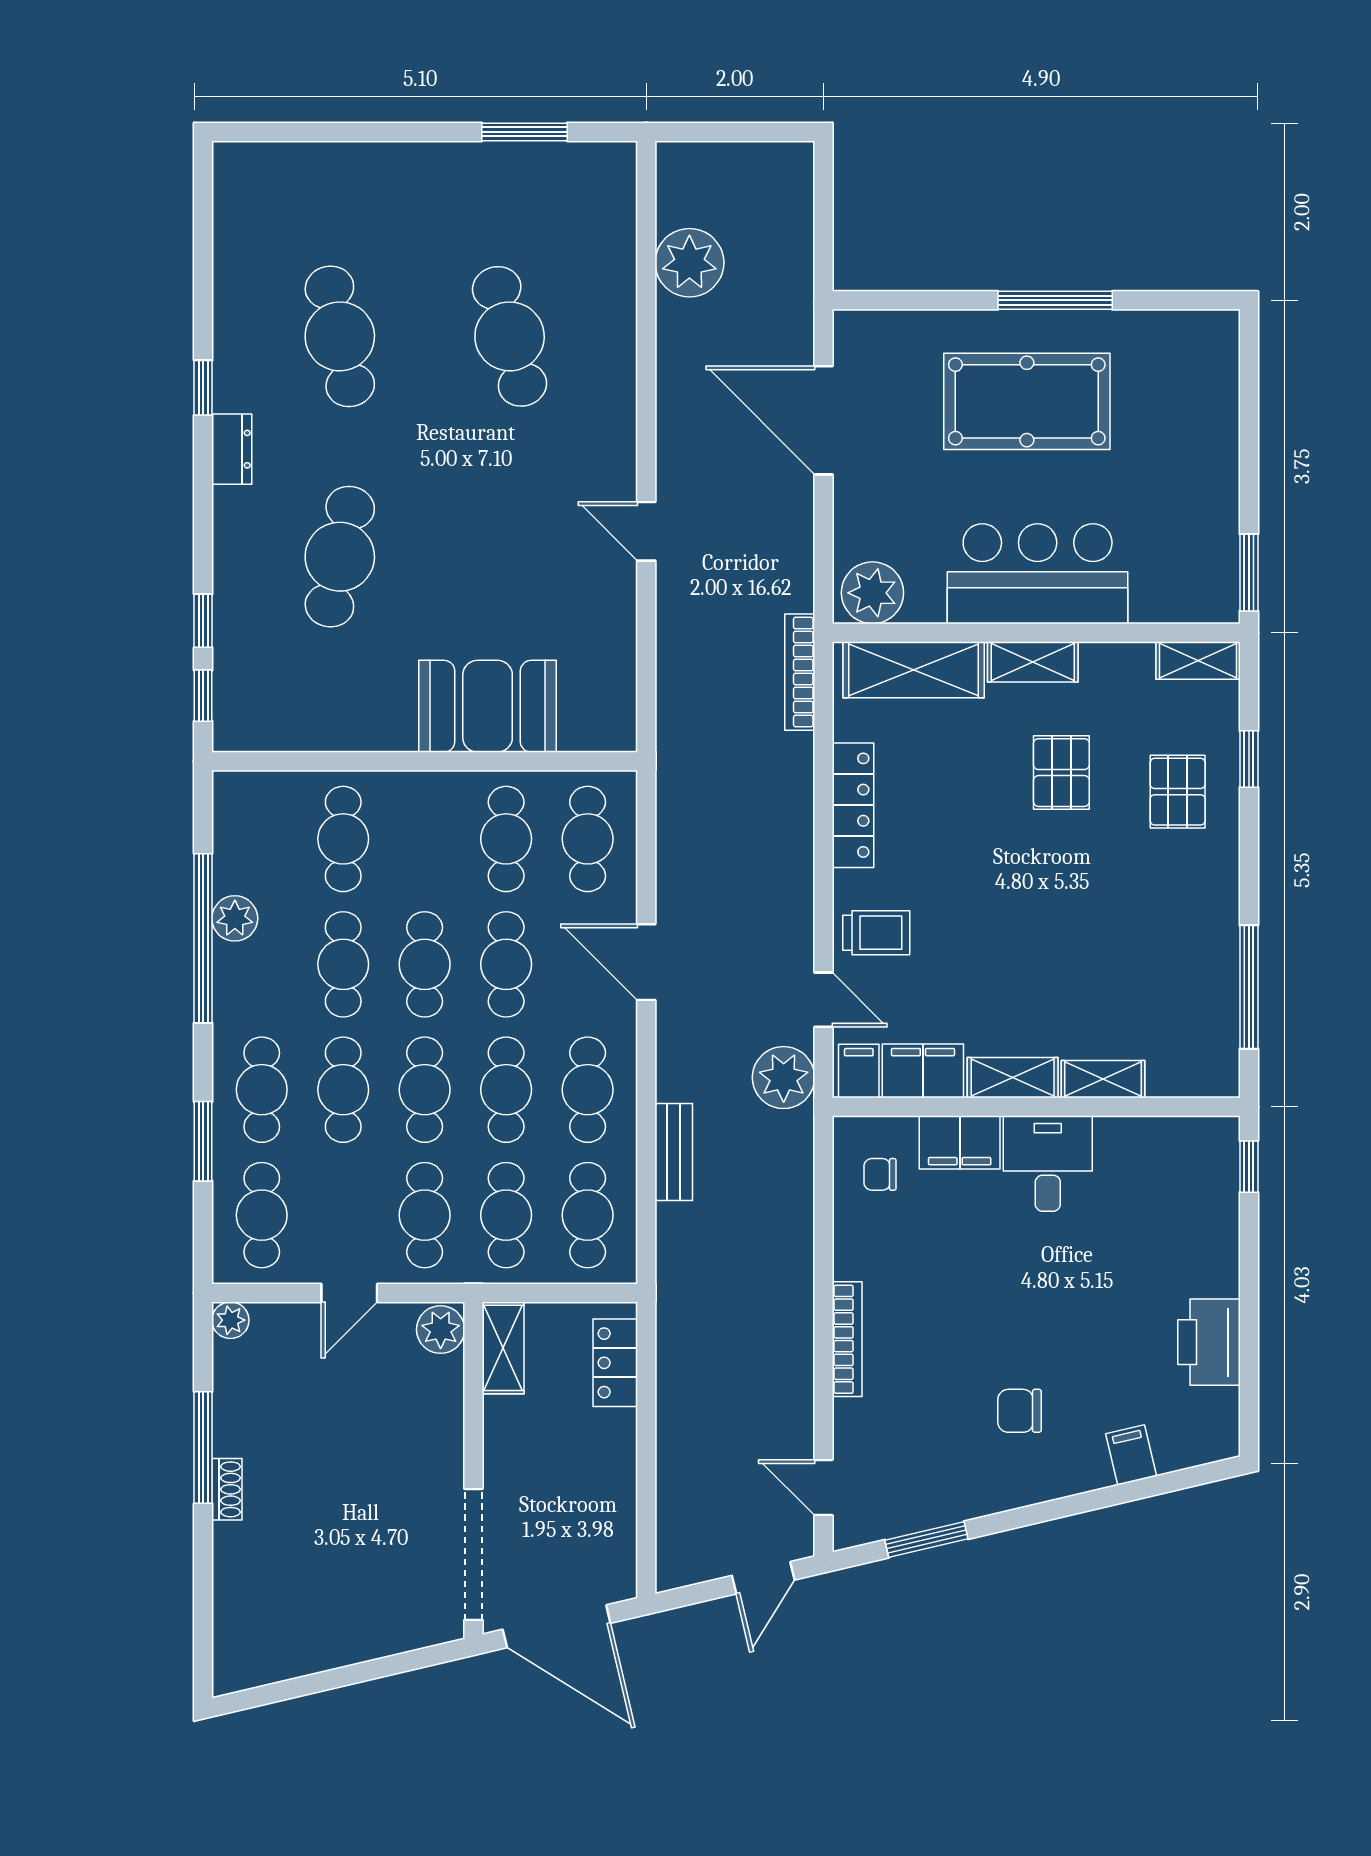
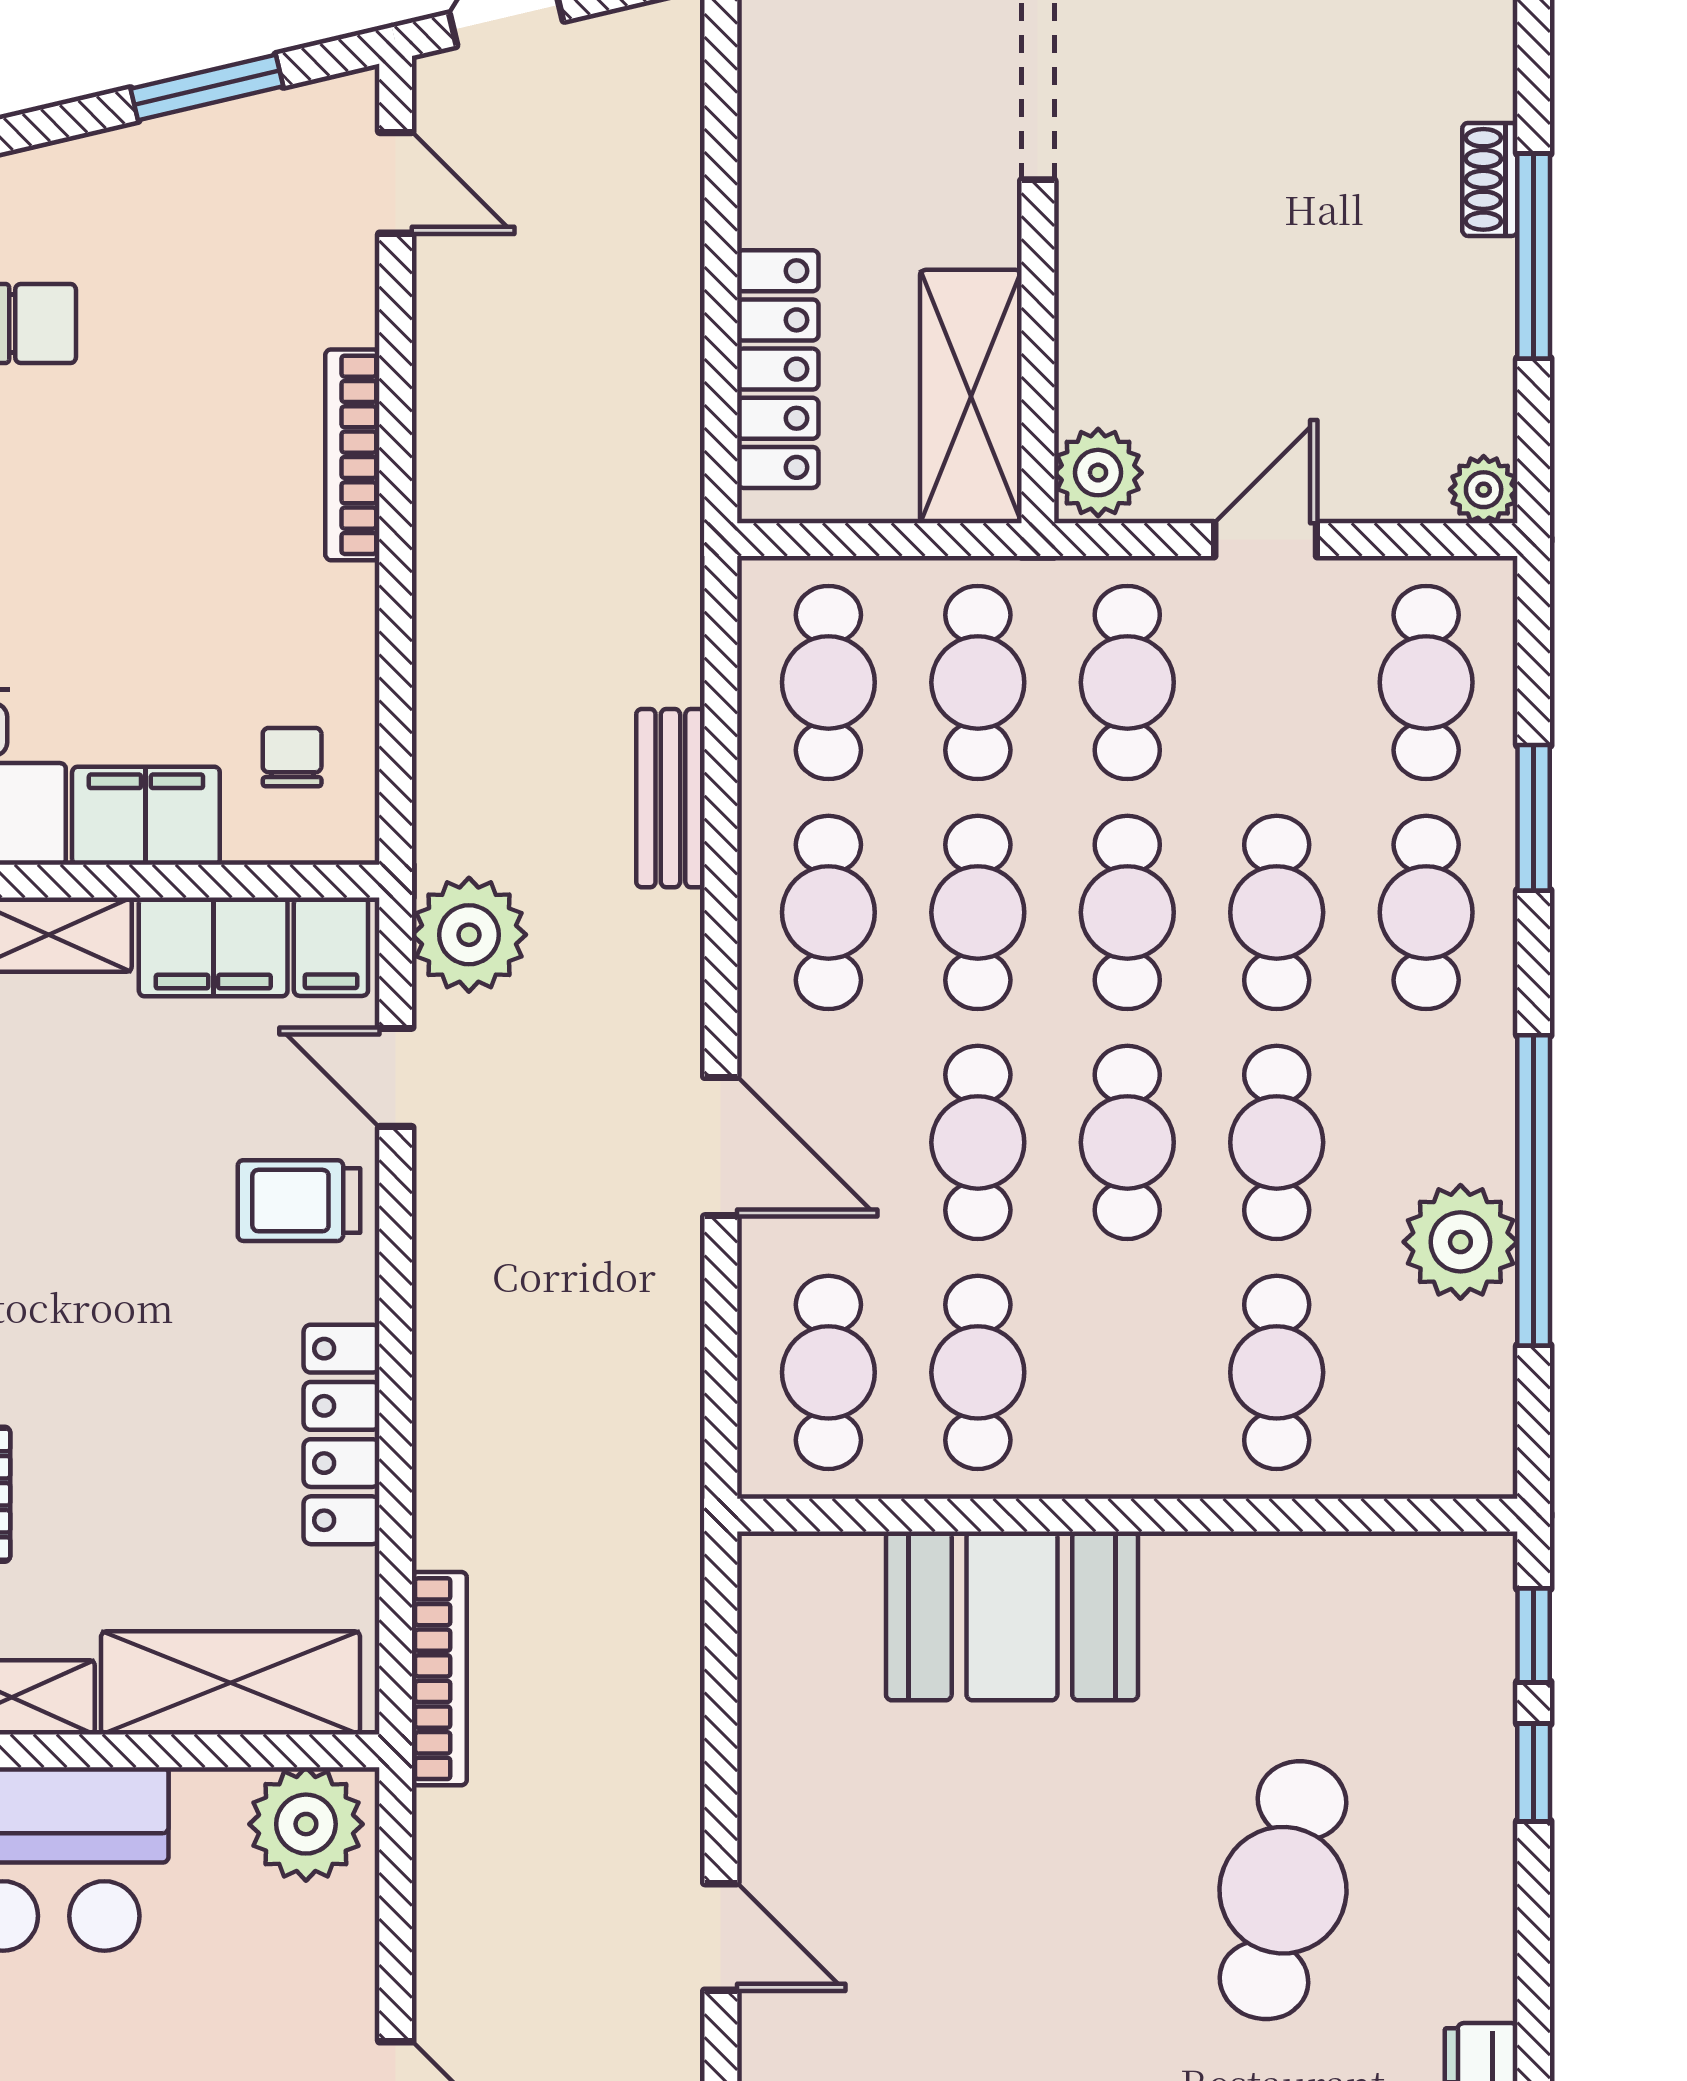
plant: (235, 918) -> (1460, 1242), width x1.36, depth x1.36
chair: (880, 1174) -> (292, 757), turned -90
shelving: (503, 1348) -> (971, 397), width x1.50, depth x1.33
locker: (615, 1363) -> (778, 369), width x1.53

